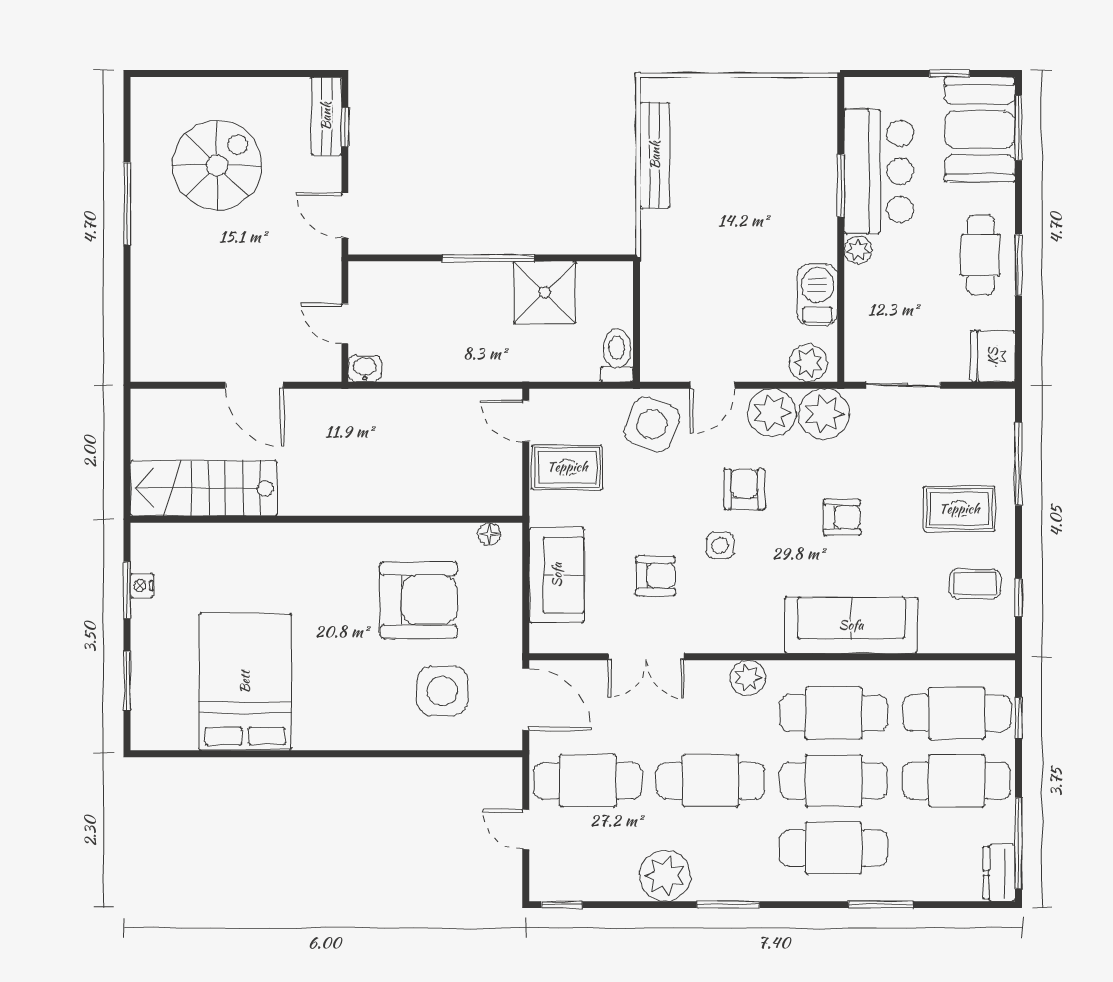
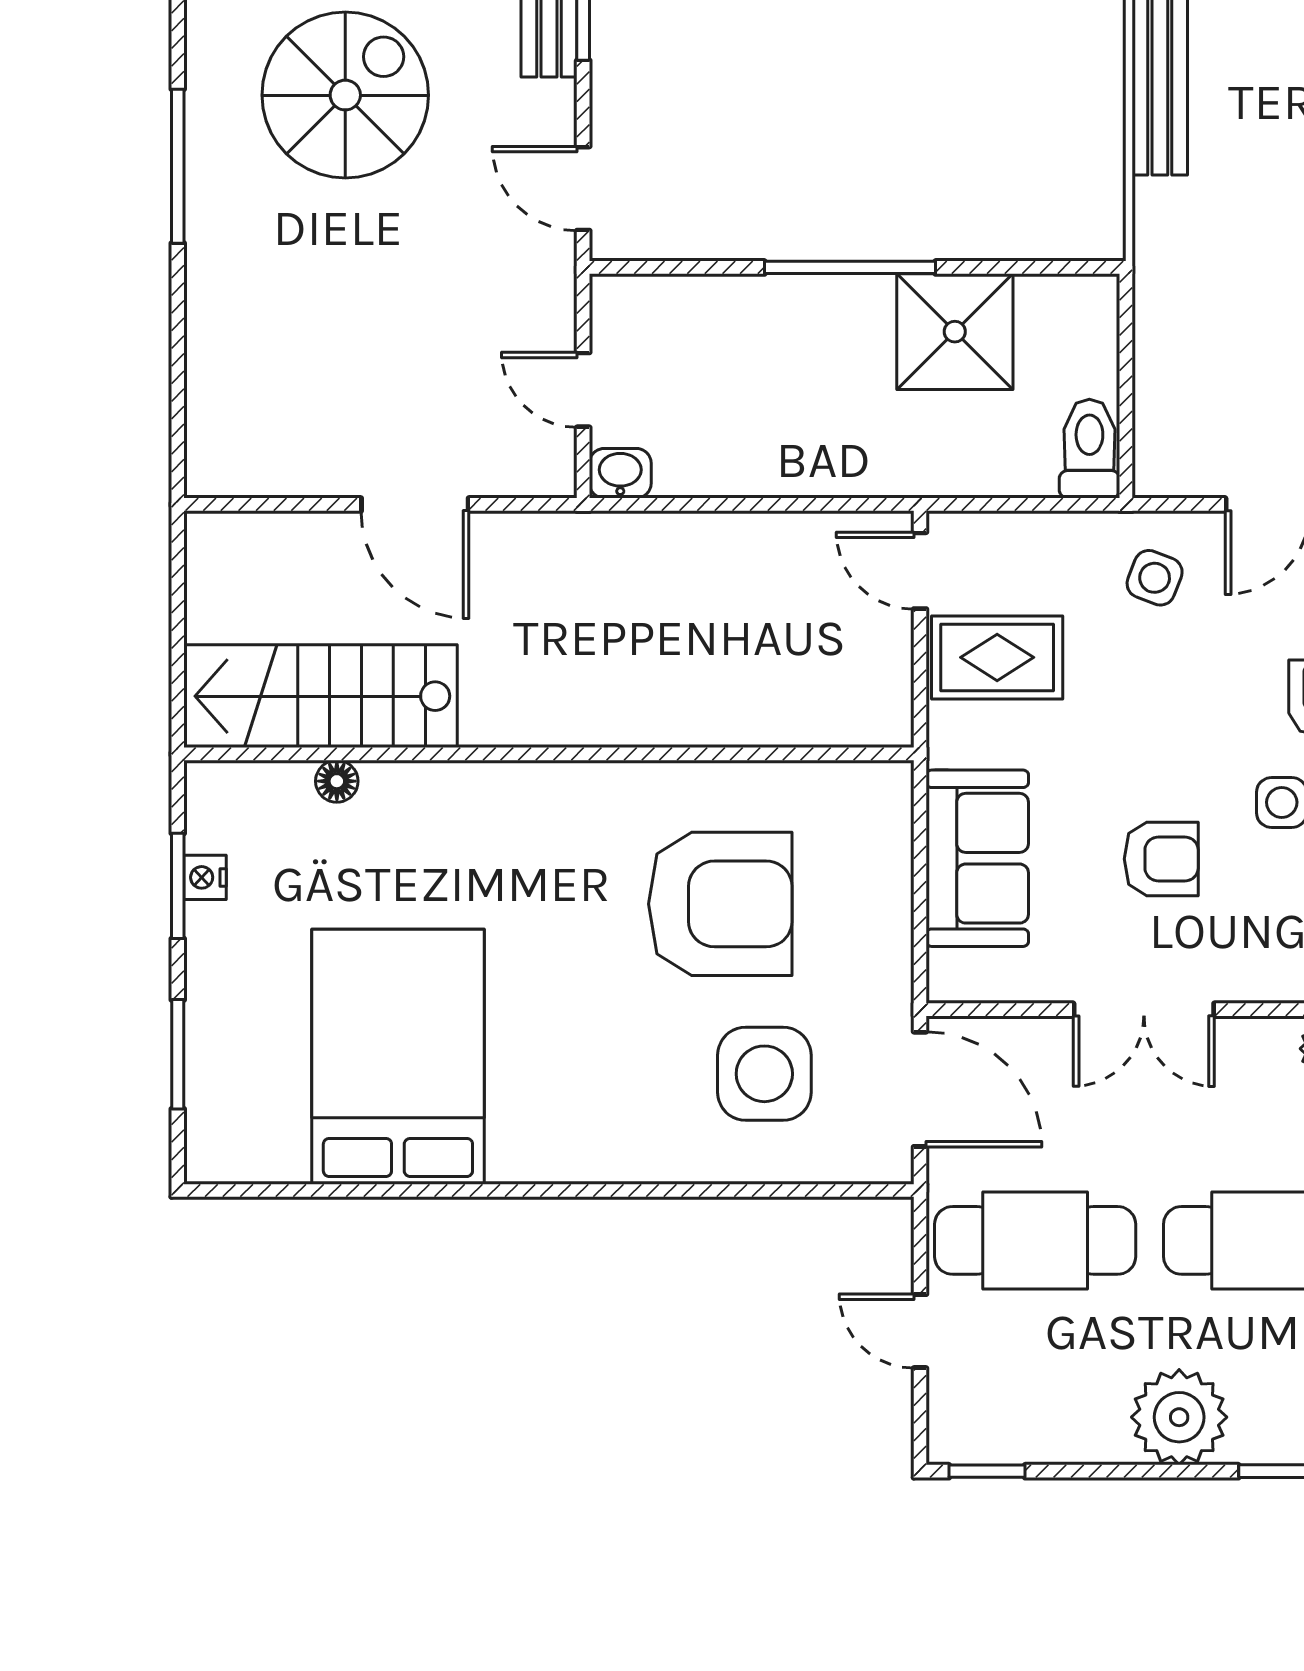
side table: (652, 425) -> (1155, 578), width x0.54, depth x0.54
floor lamp: (489, 534) -> (337, 781), moved

